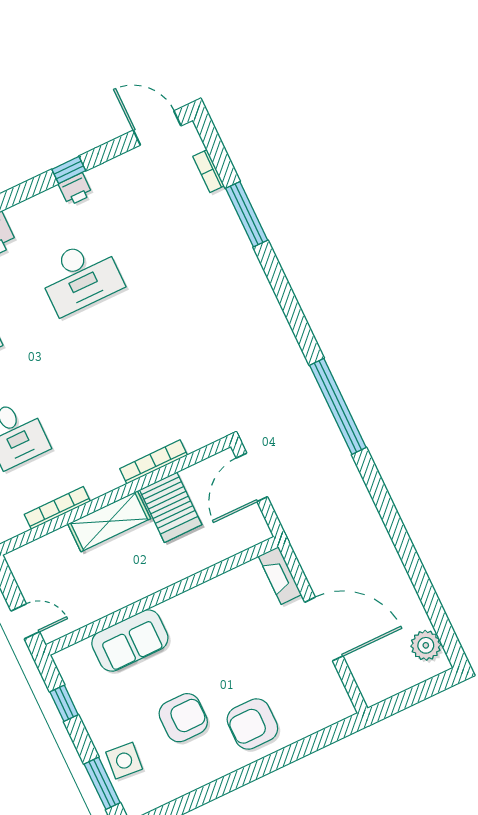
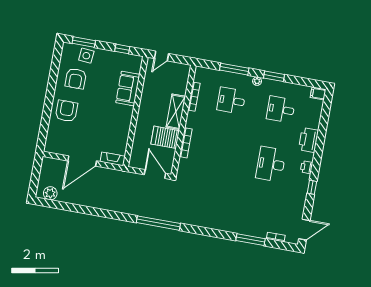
printer: (75, 189) -> (307, 167), moved
armchair: (183, 718) -> (76, 79), moved

